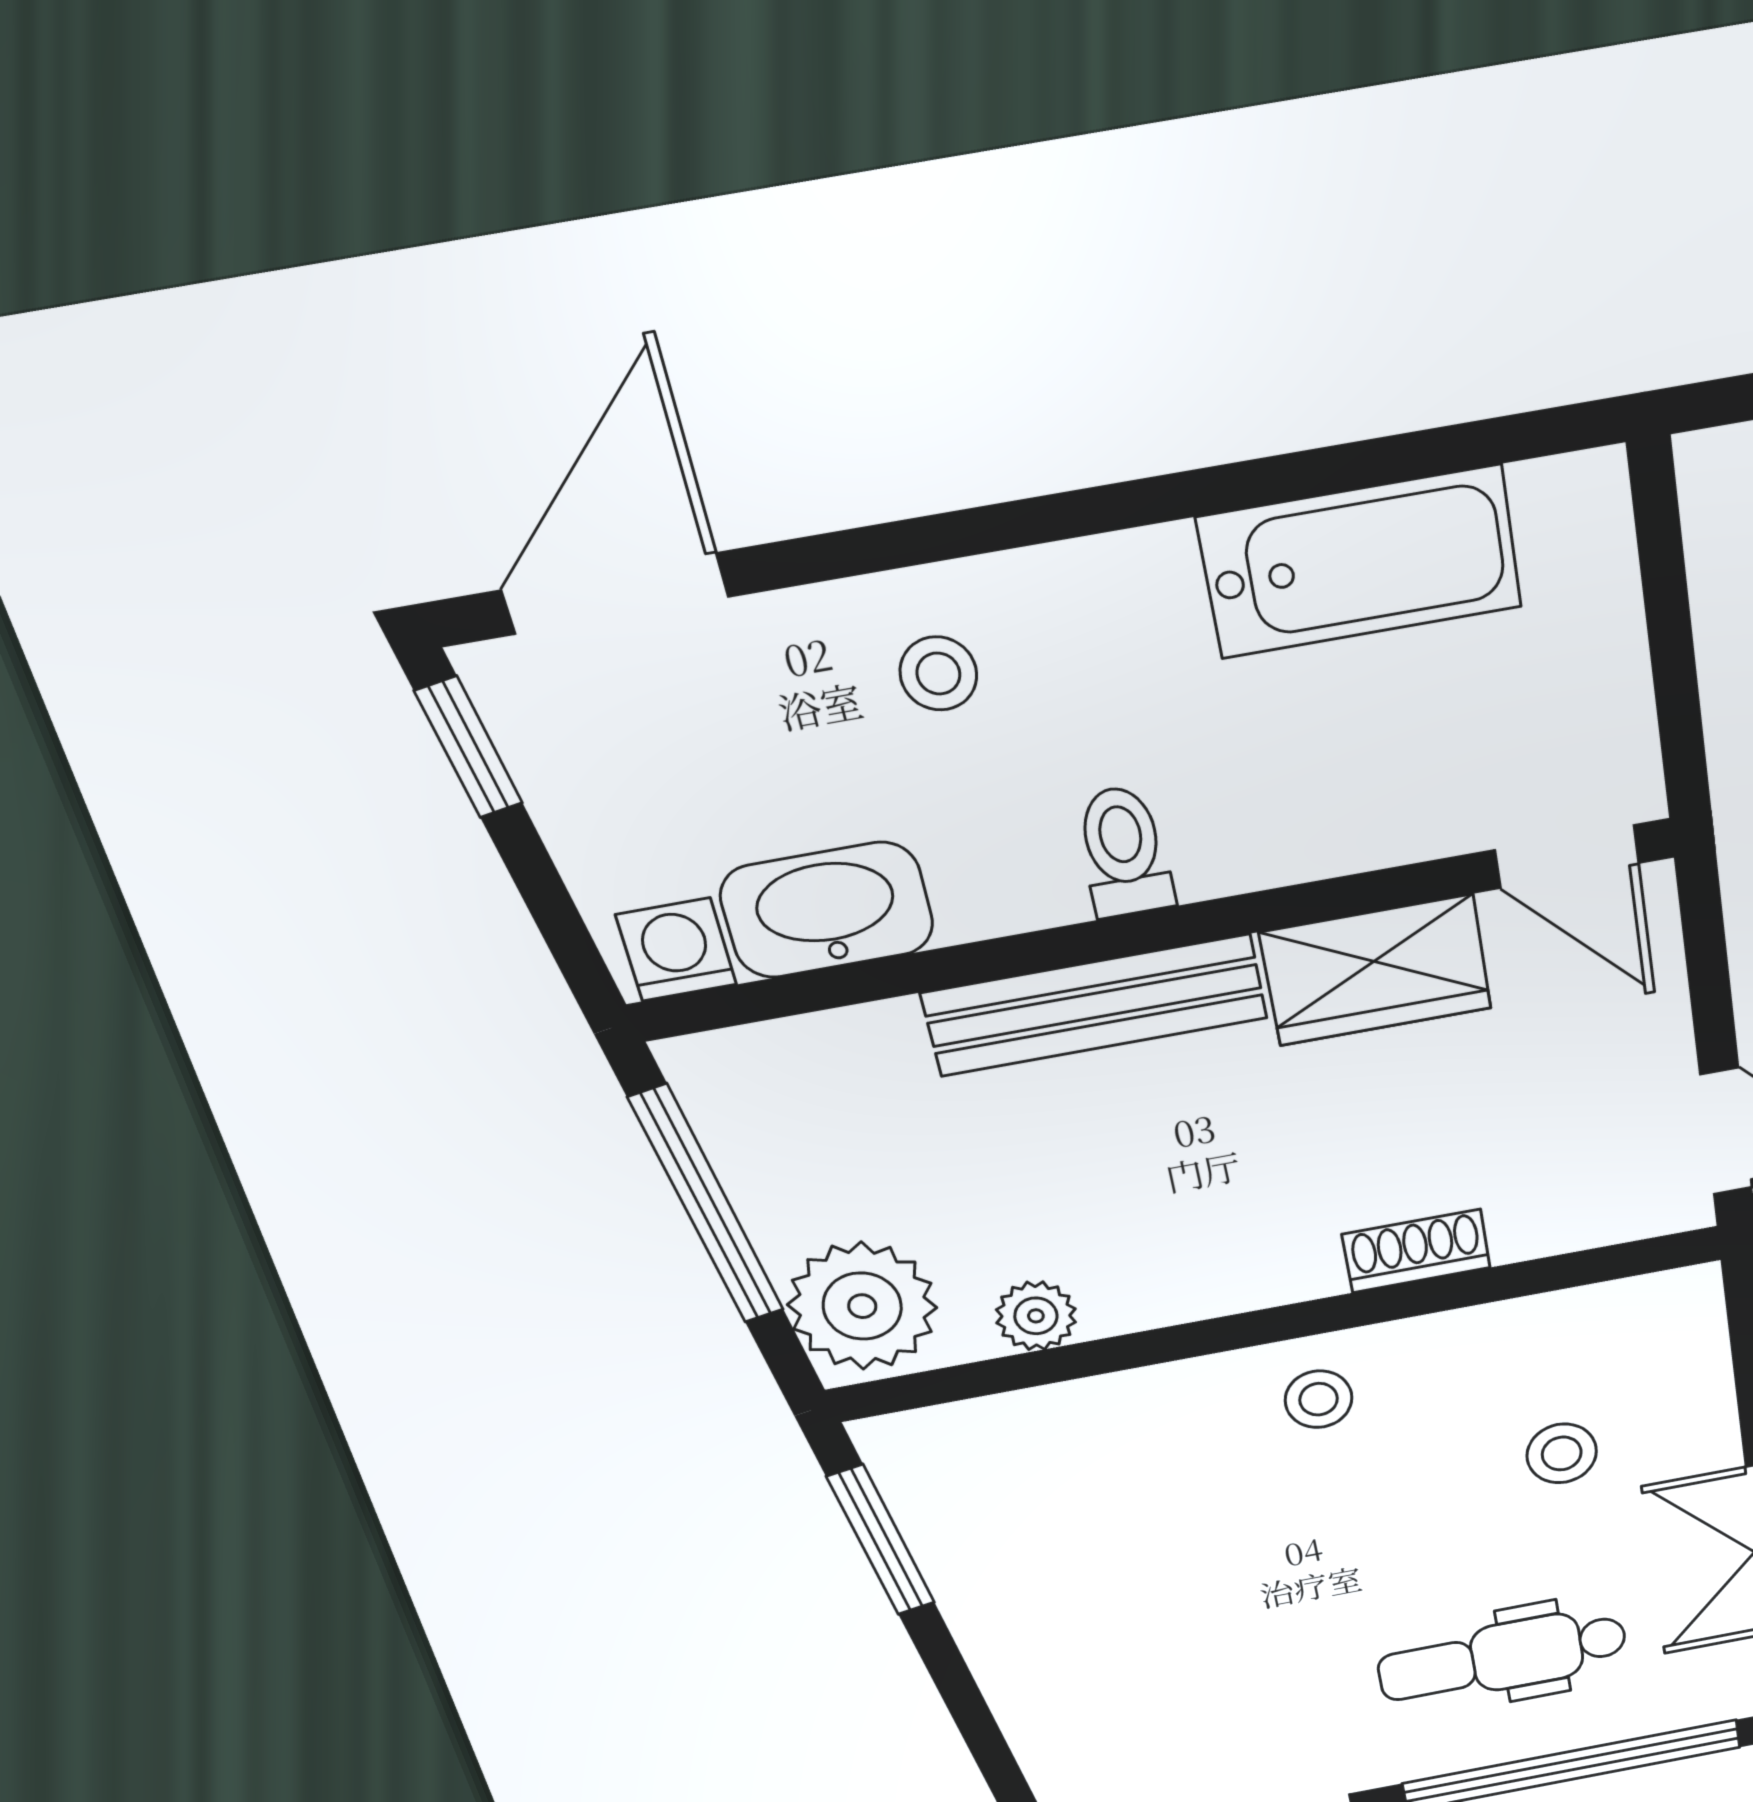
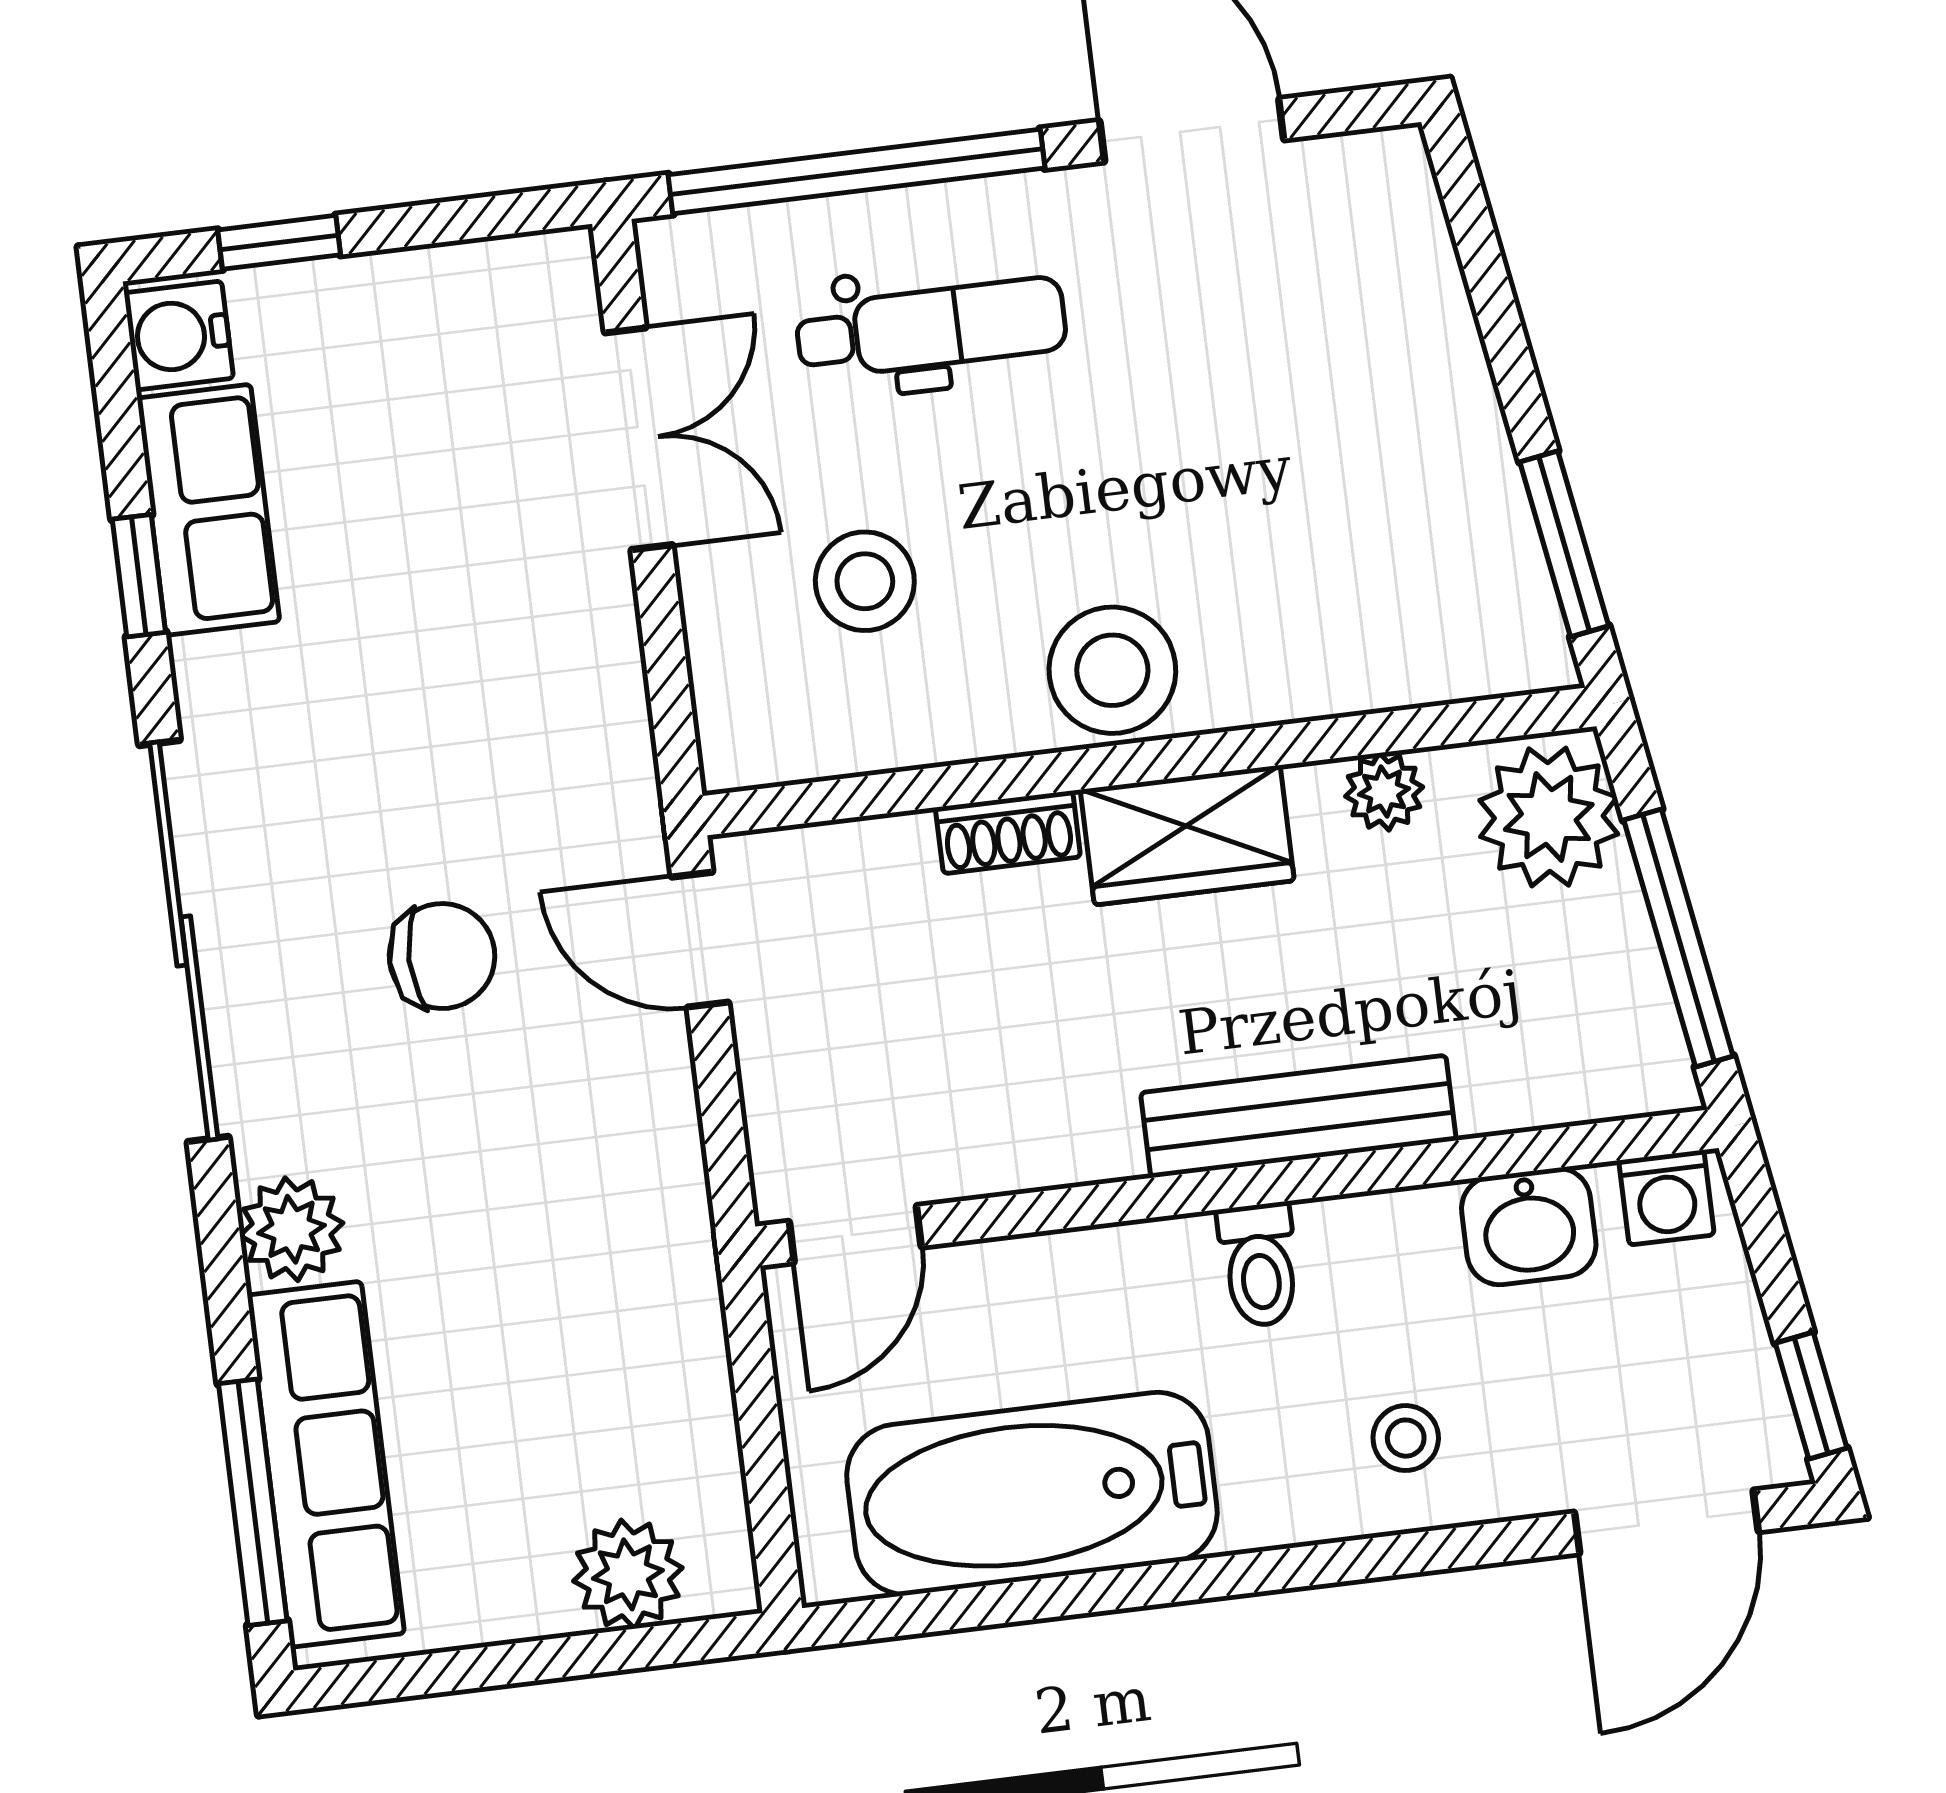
bathtub: (1360, 562) -> (1032, 1494), width x1.36, depth x1.36
door: (1567, 857) -> (855, 1234), swing flipped
washbasin: (827, 910) -> (1529, 1226), width x0.72
wardrobe: (1376, 970) -> (1187, 835), moved, turned 180
stool: (1319, 1399) -> (1112, 670), width x1.89, depth x1.89
stool: (1562, 1453) -> (865, 581), width x1.37, depth x1.37

